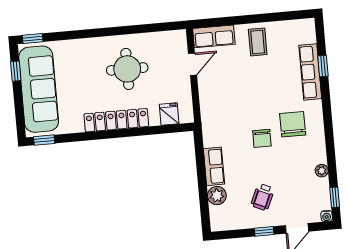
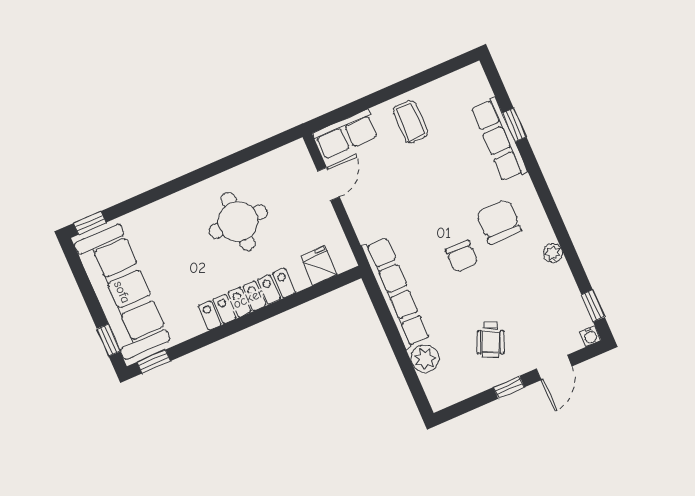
window: (16, 71) -> (109, 340), moved
row of seats: (214, 166) -> (396, 293), width x2.02
plant: (322, 171) -> (553, 253), moved

